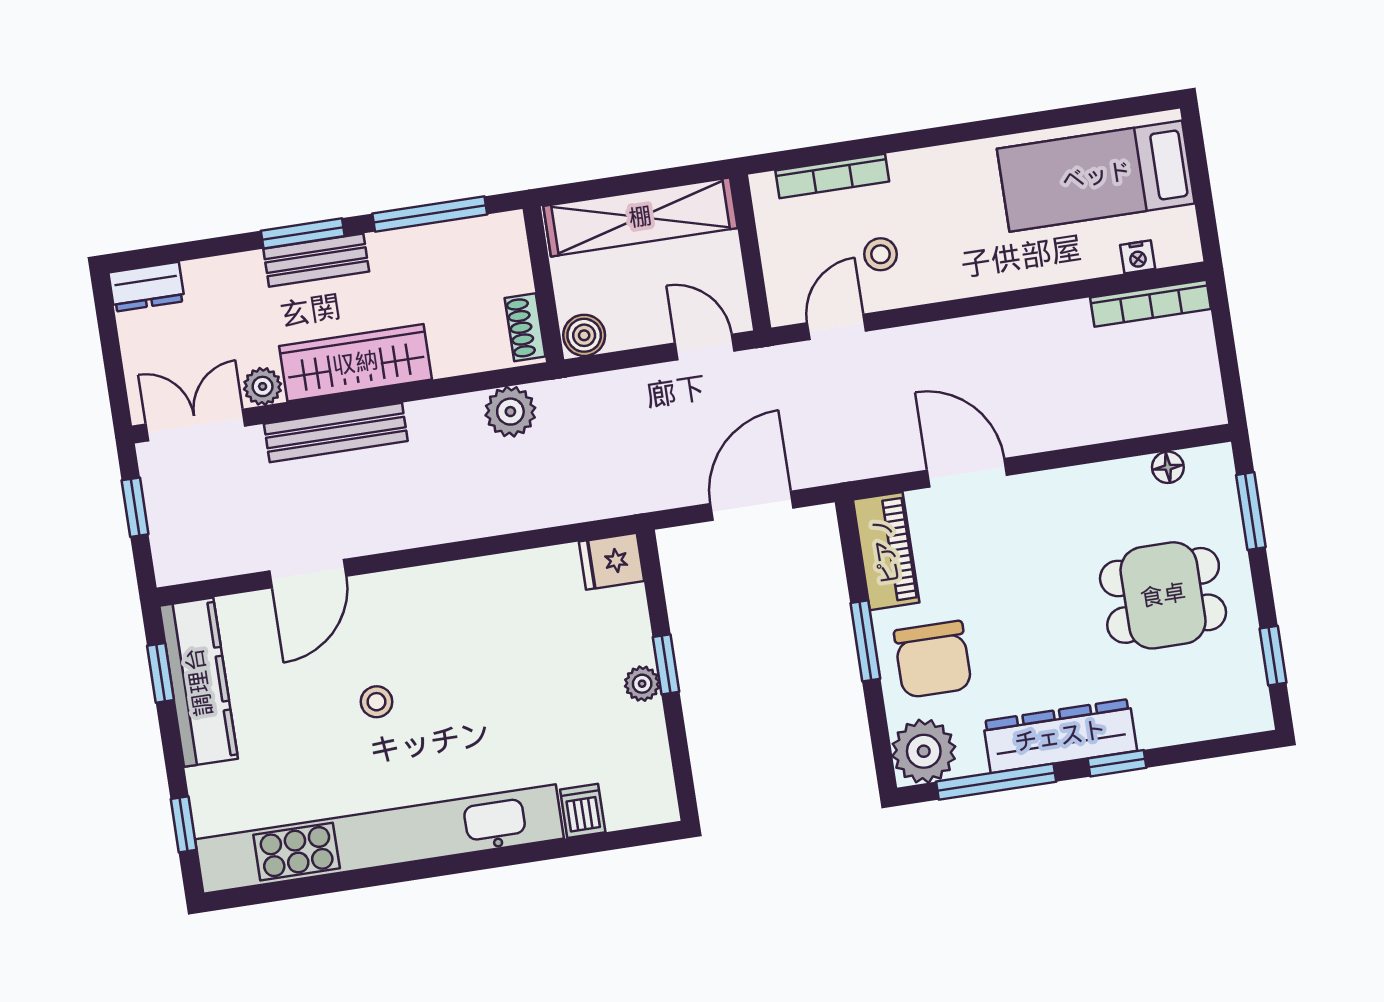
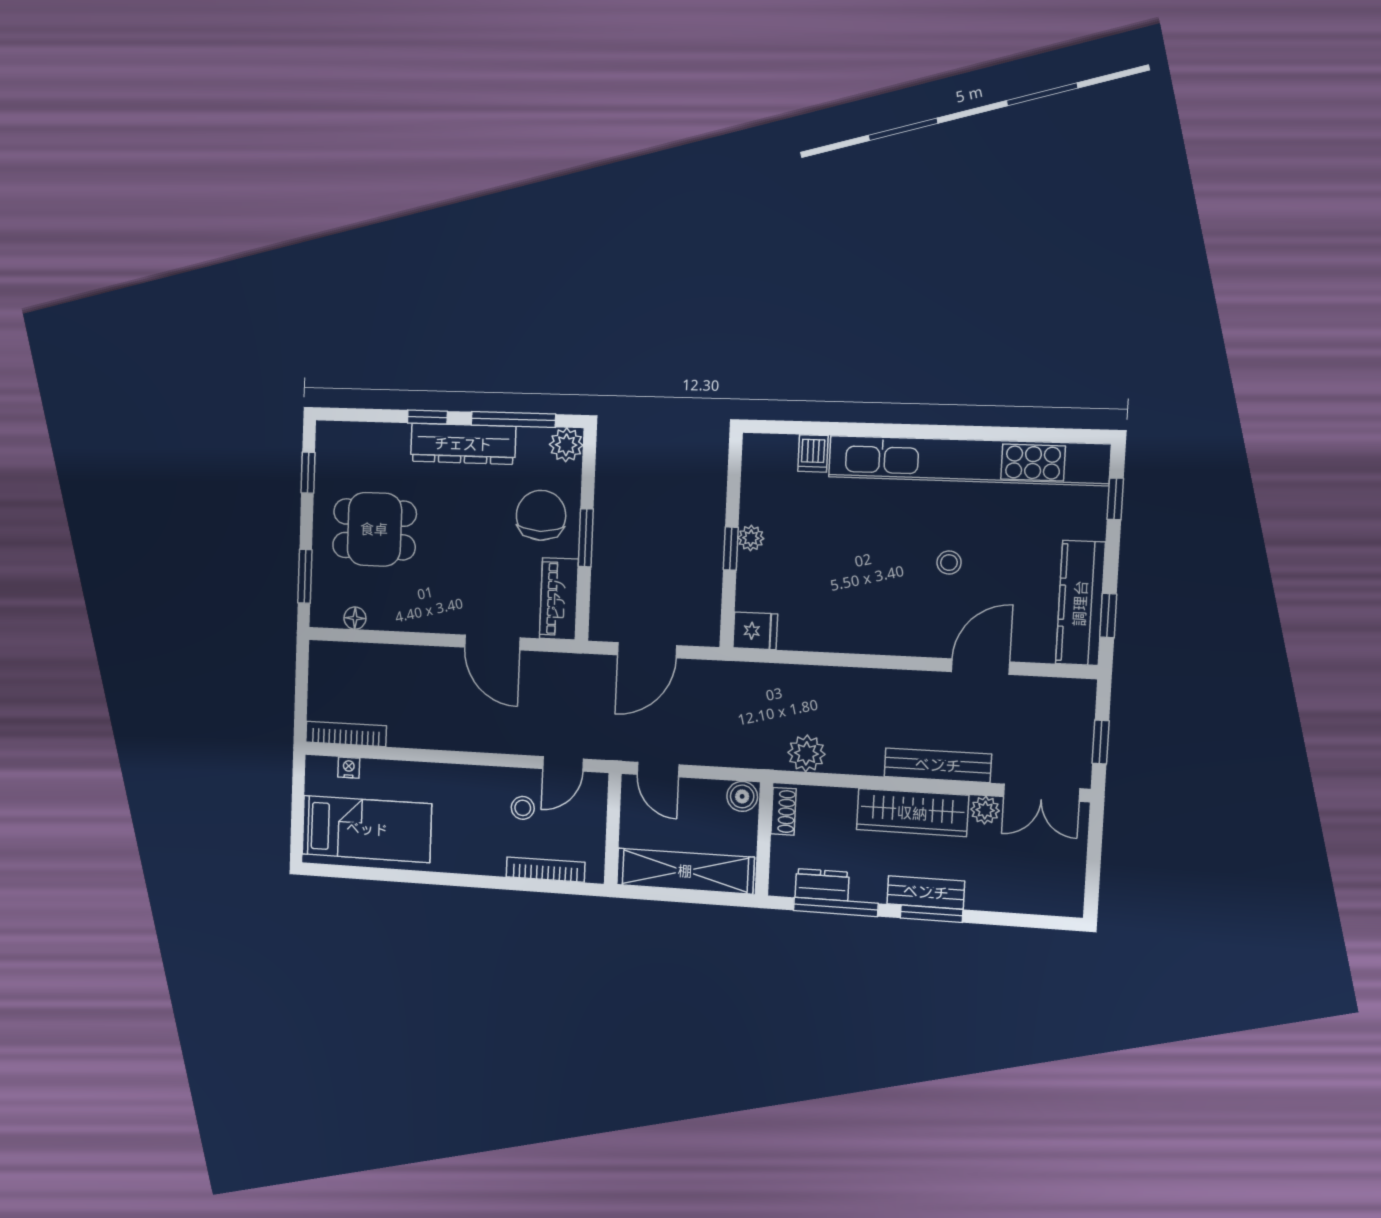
dresser: (147, 287) -> (822, 885), moved
plant: (924, 751) -> (566, 445), width x0.73, depth x0.73

